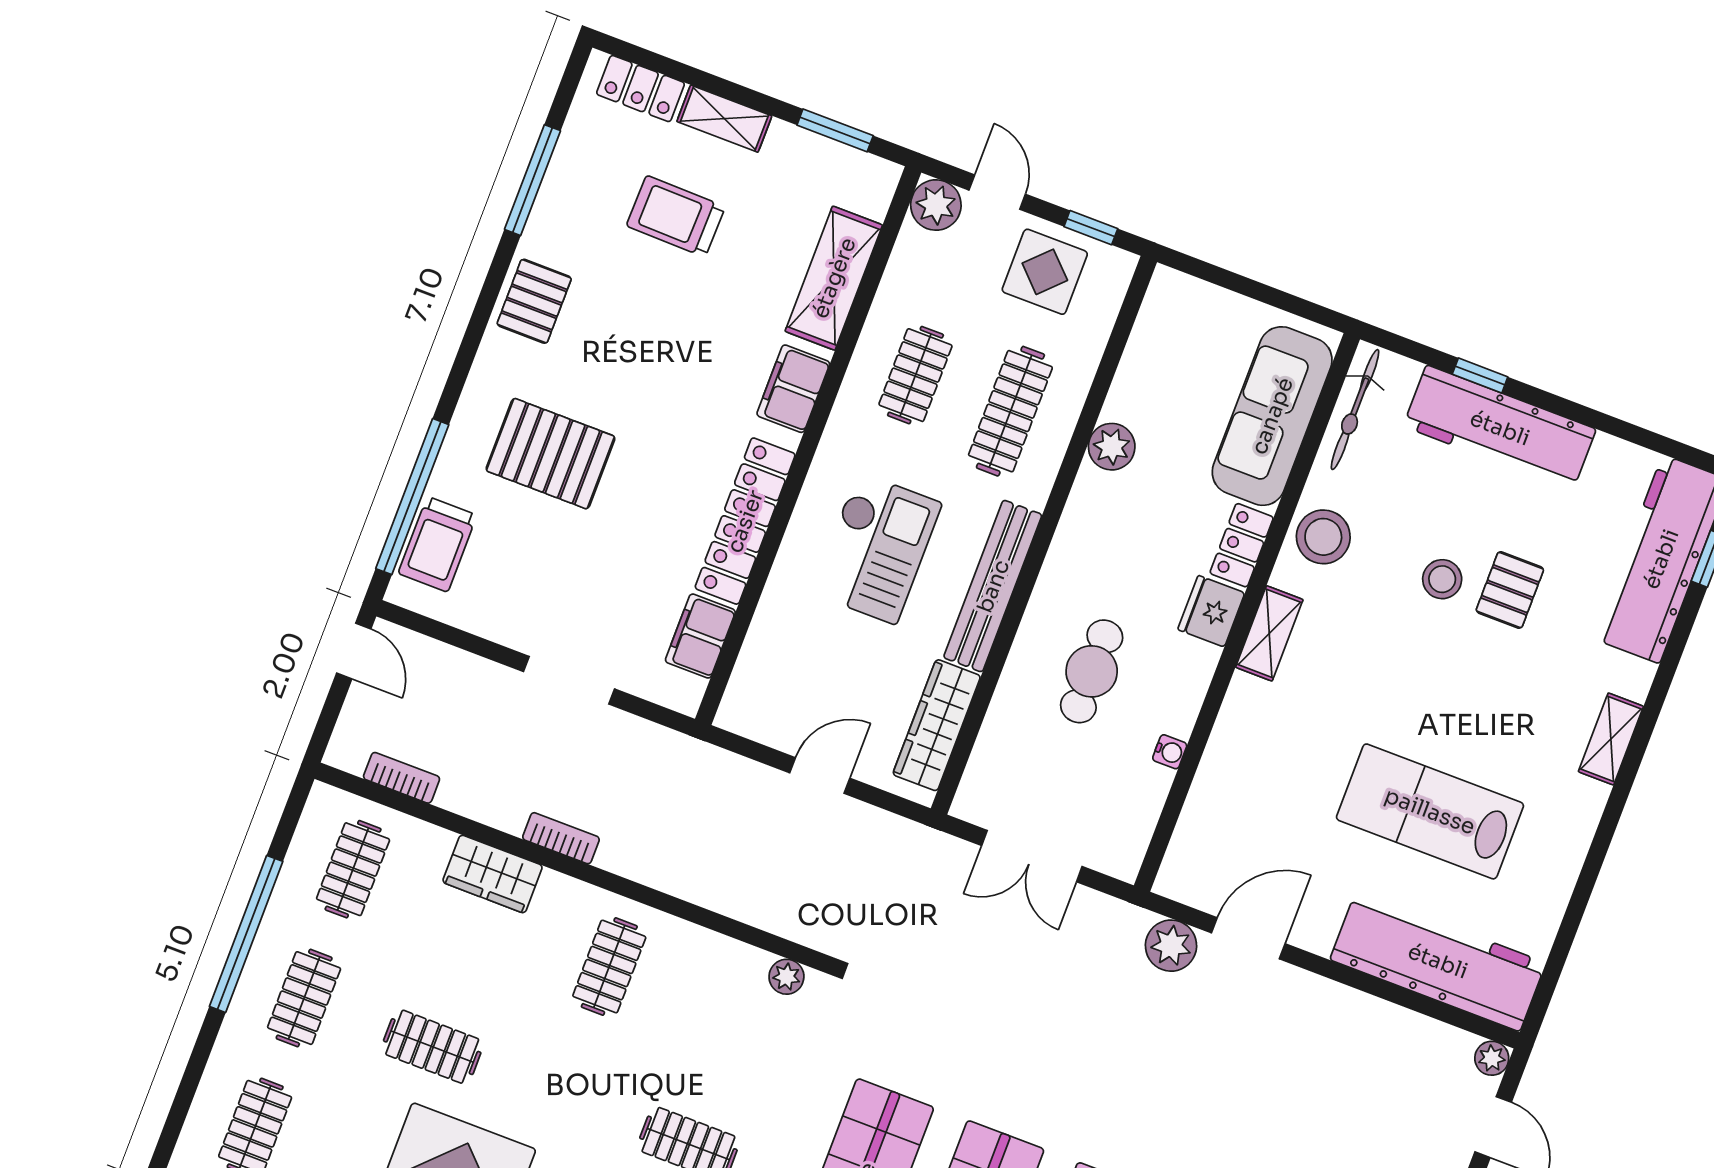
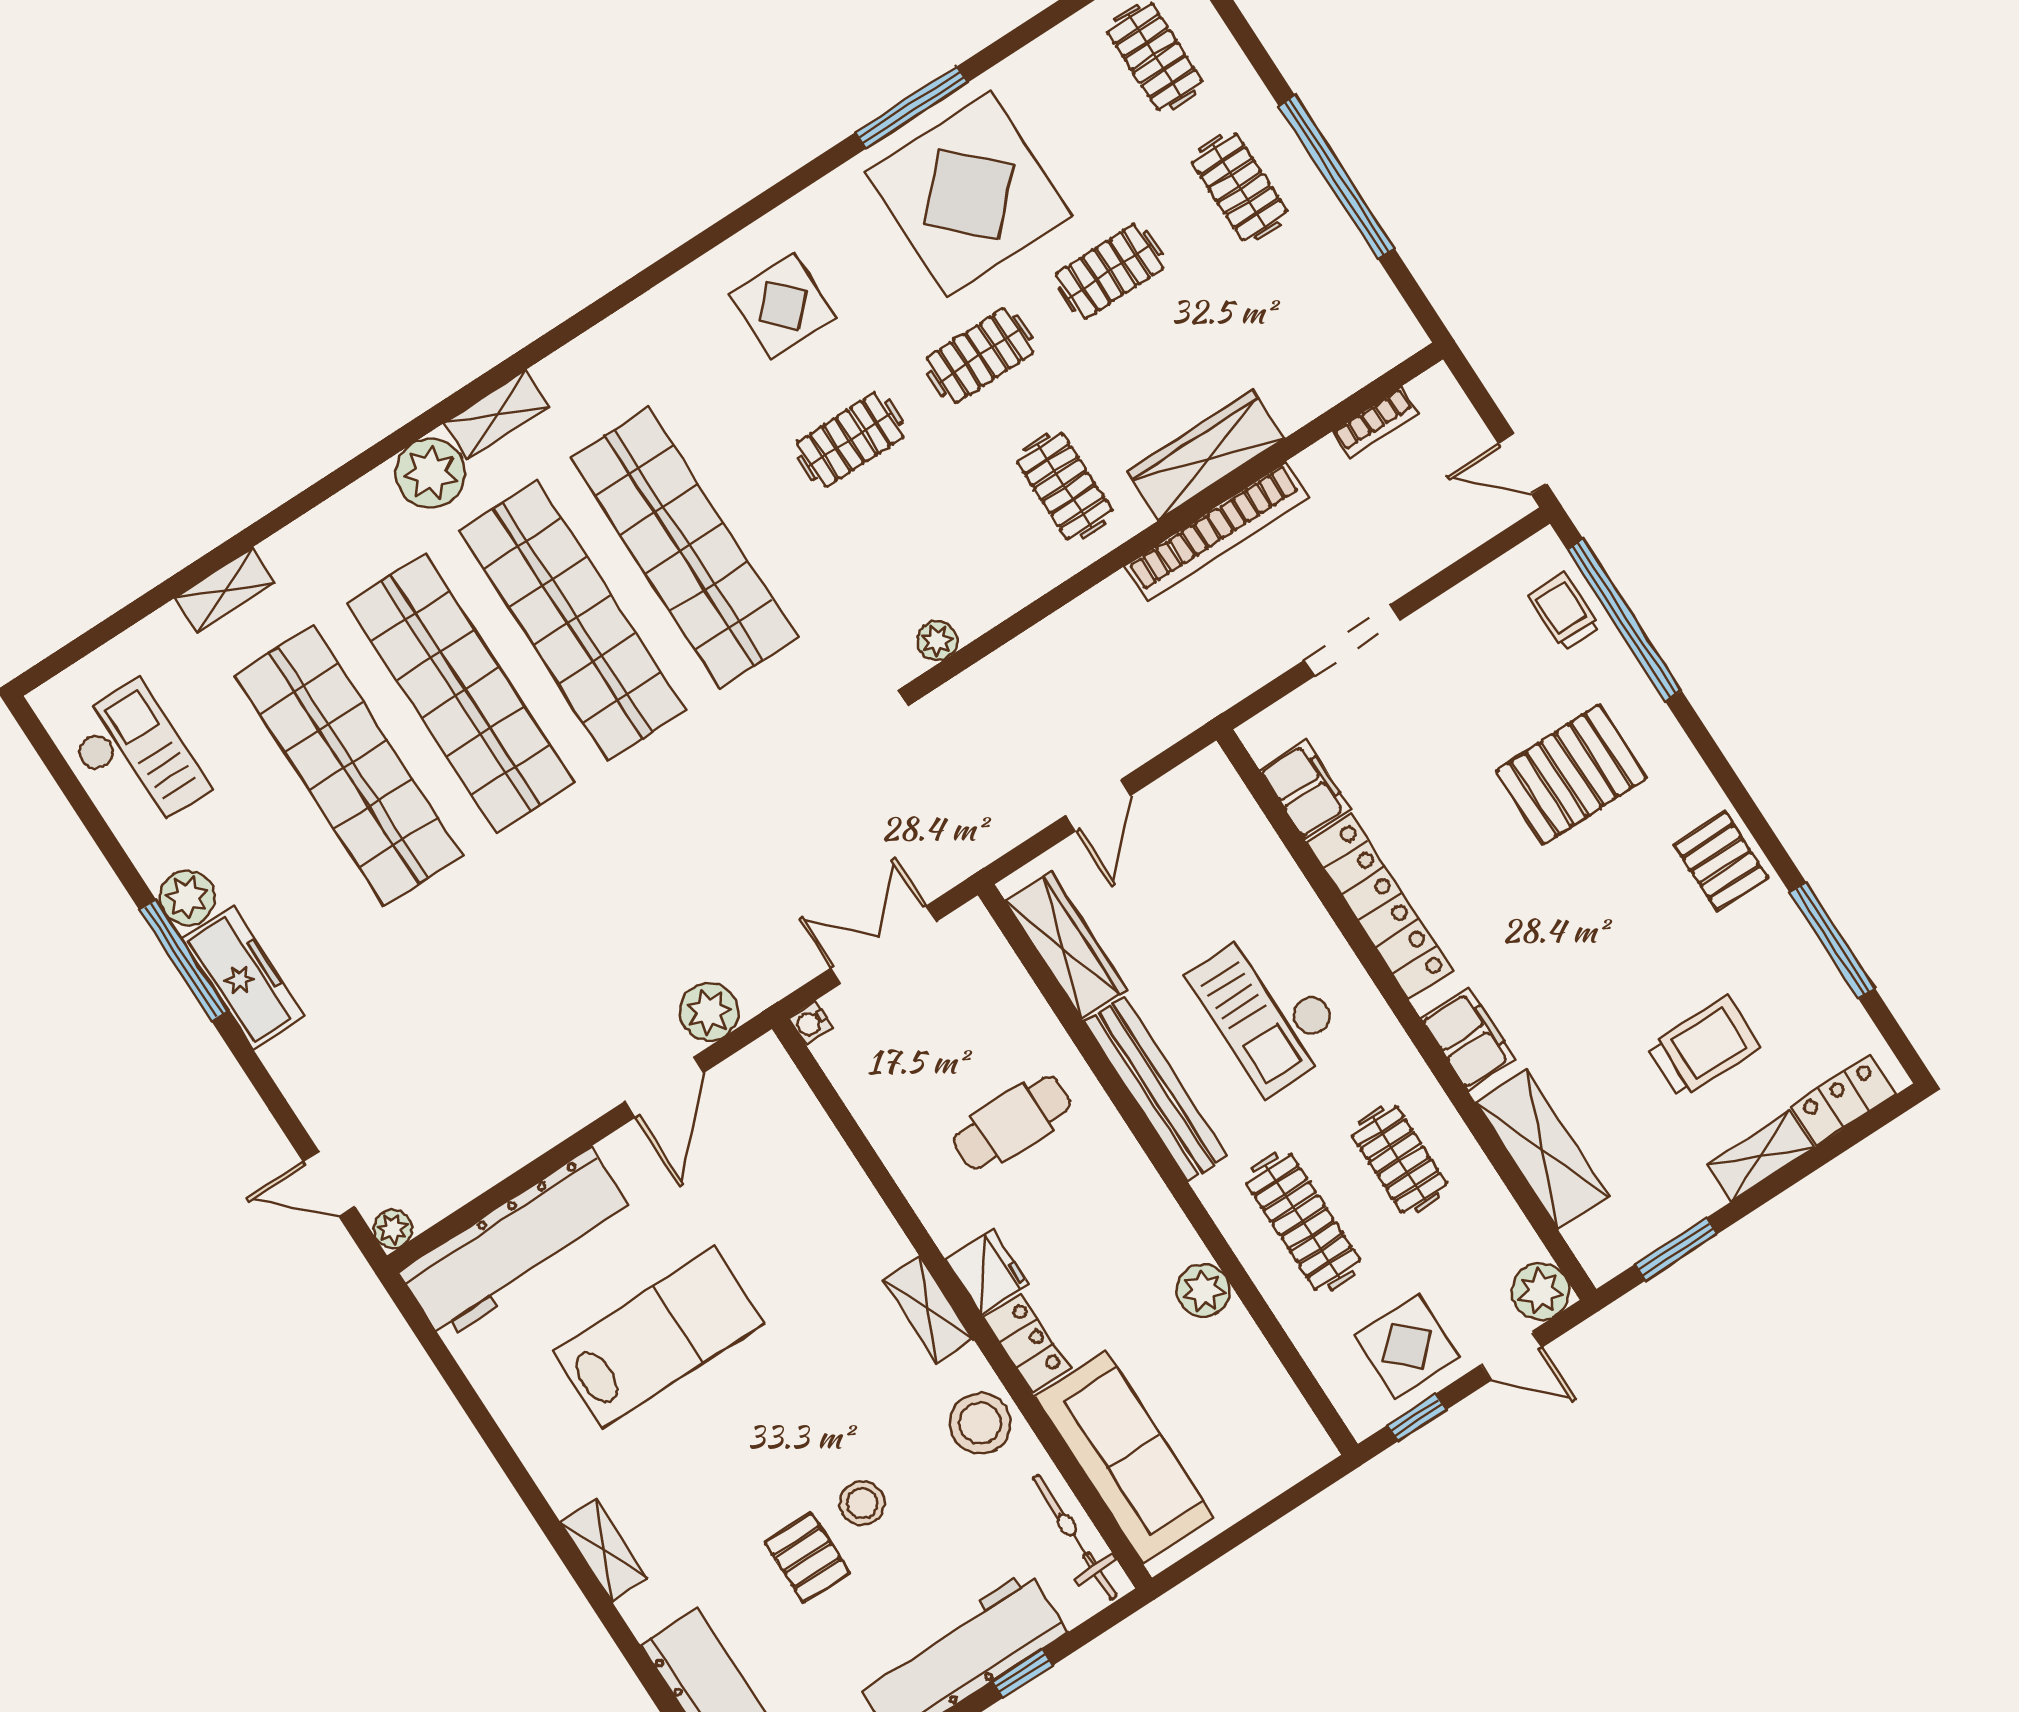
trolley: (437, 544) -> (1564, 611), width x0.73, depth x0.72
cafe table: (1092, 671) -> (1012, 1122), turned 90
water cooler: (1170, 752) -> (811, 1023), moved
bookcase: (561, 838) -> (1217, 532), width x2.31, depth x1.31
clothes rail: (353, 869) -> (980, 356), moved, turned 90
wardrobe: (493, 874) -> (1206, 455), width x1.50

